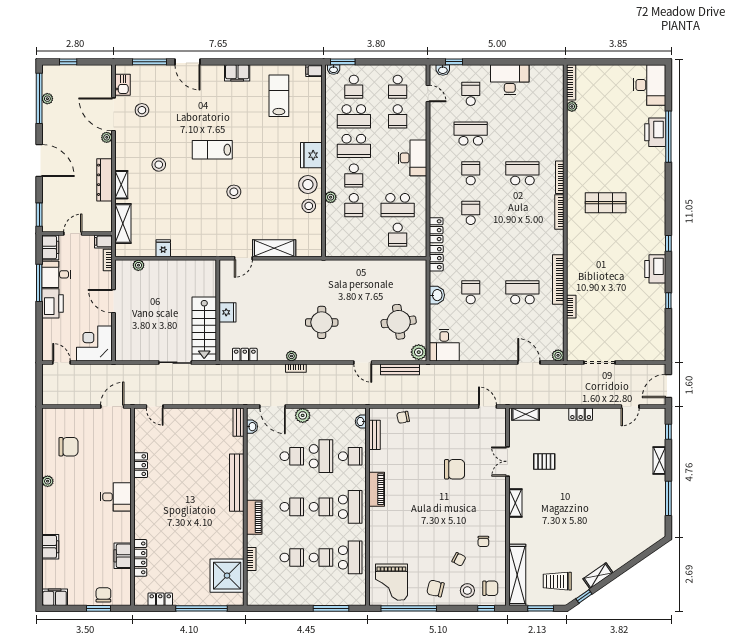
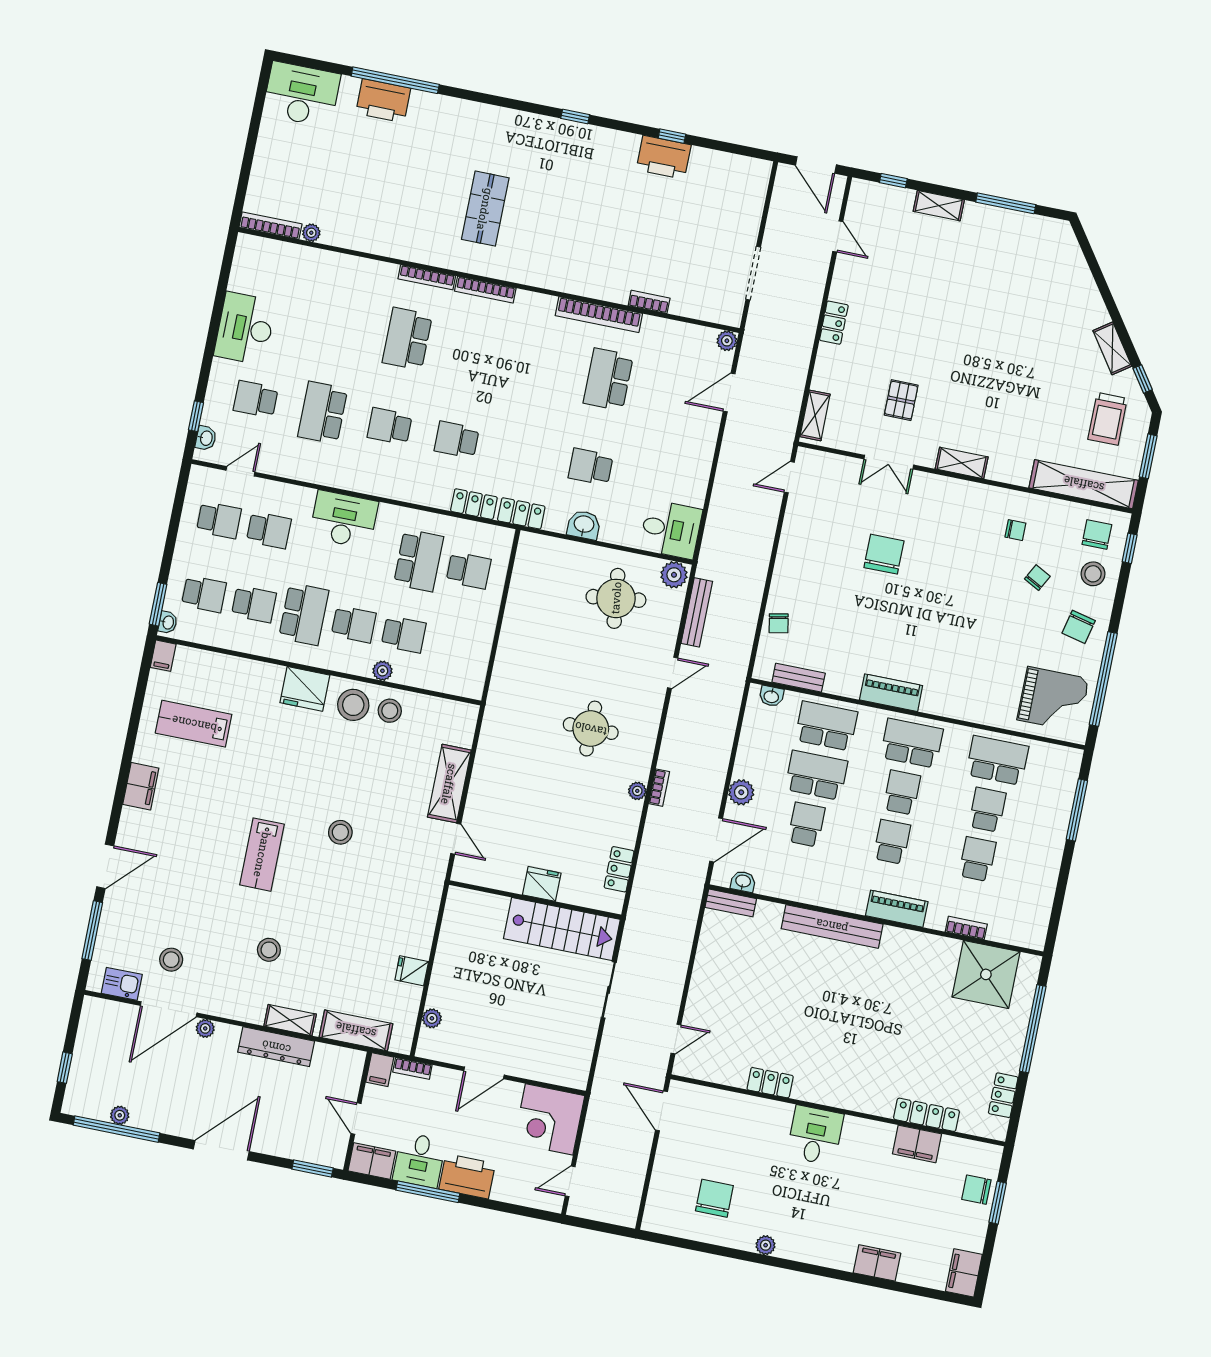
school desk: (354, 116) -> (254, 604), width x0.54
printer: (655, 269) -> (664, 157), moved
school desk: (350, 456) -> (826, 726), width x1.85

